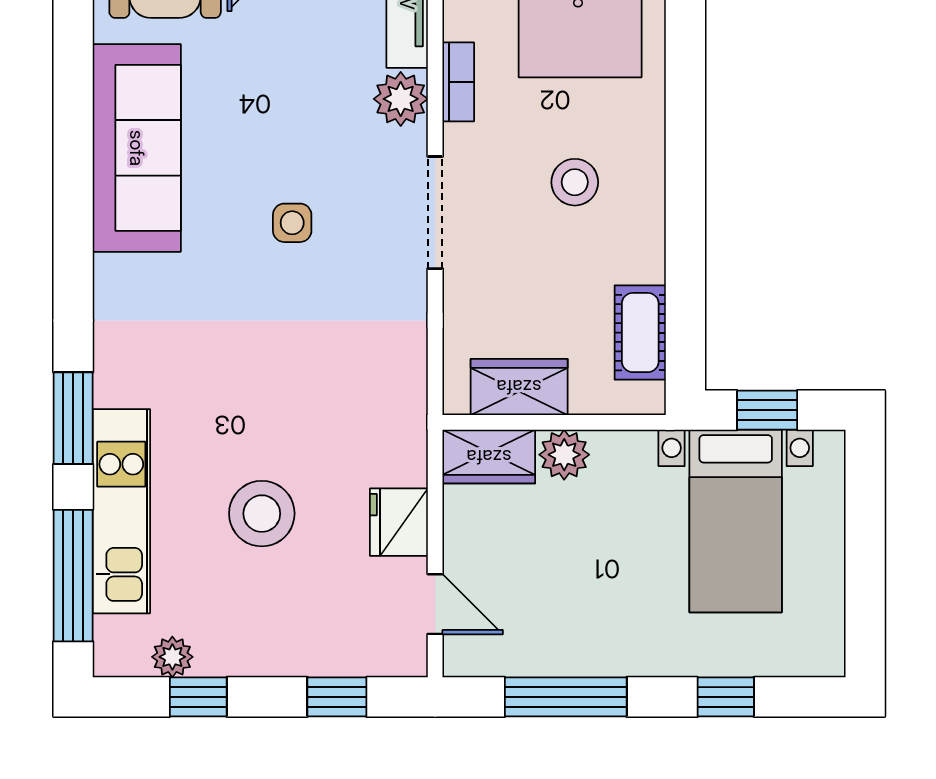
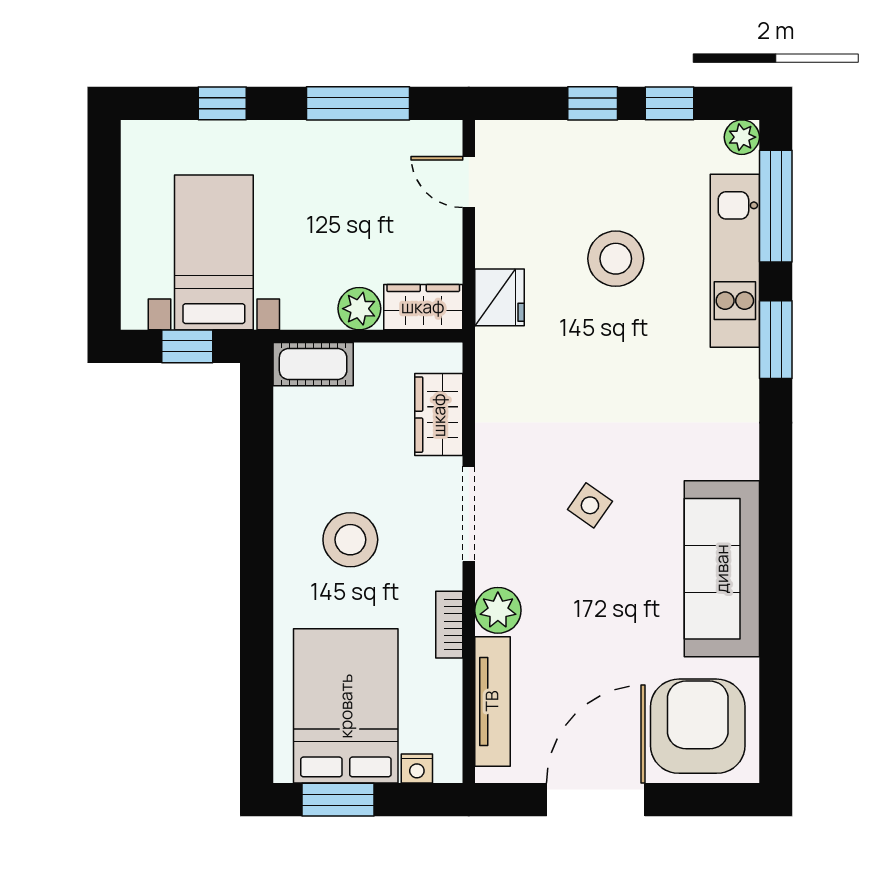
stool: (575, 182) -> (350, 540), width x1.38, depth x1.38
side table: (292, 223) -> (590, 505), turned 35
cot: (640, 333) -> (313, 364), moved, turned 90
wardrobe: (519, 387) -> (439, 415), moved, turned 90
fridge: (399, 522) -> (500, 297), moved
plant: (172, 657) -> (742, 137), moved
window: (337, 697) -> (593, 103), moved

